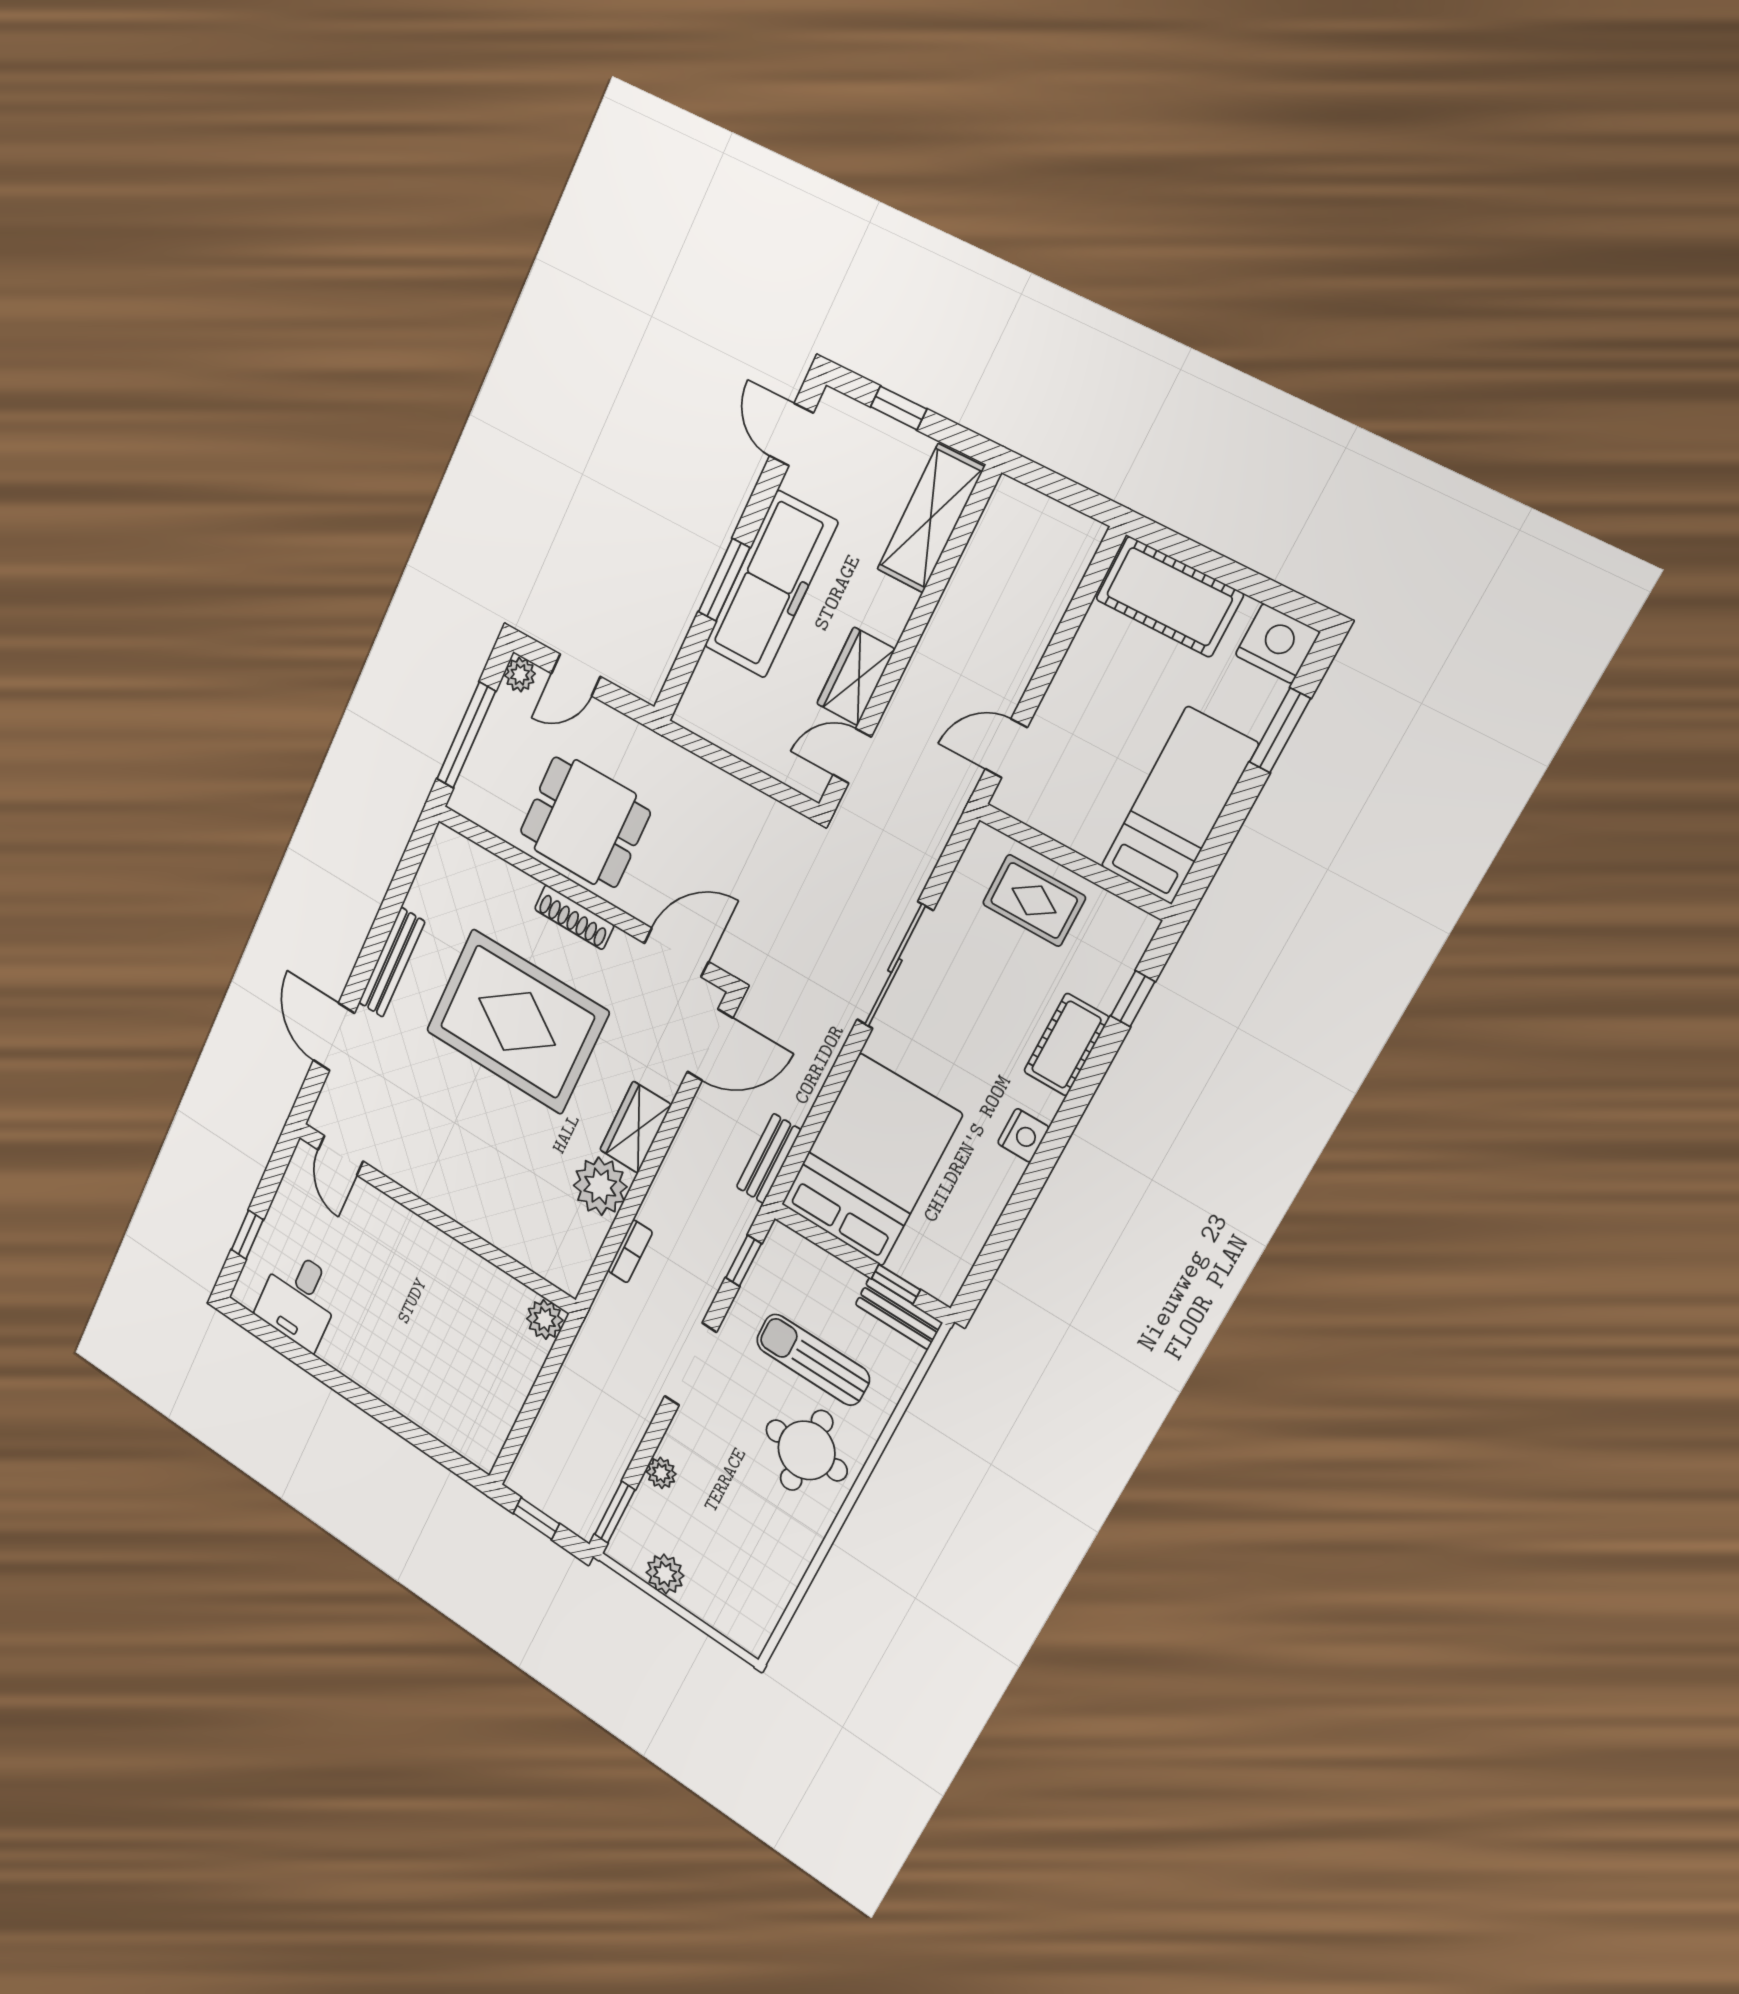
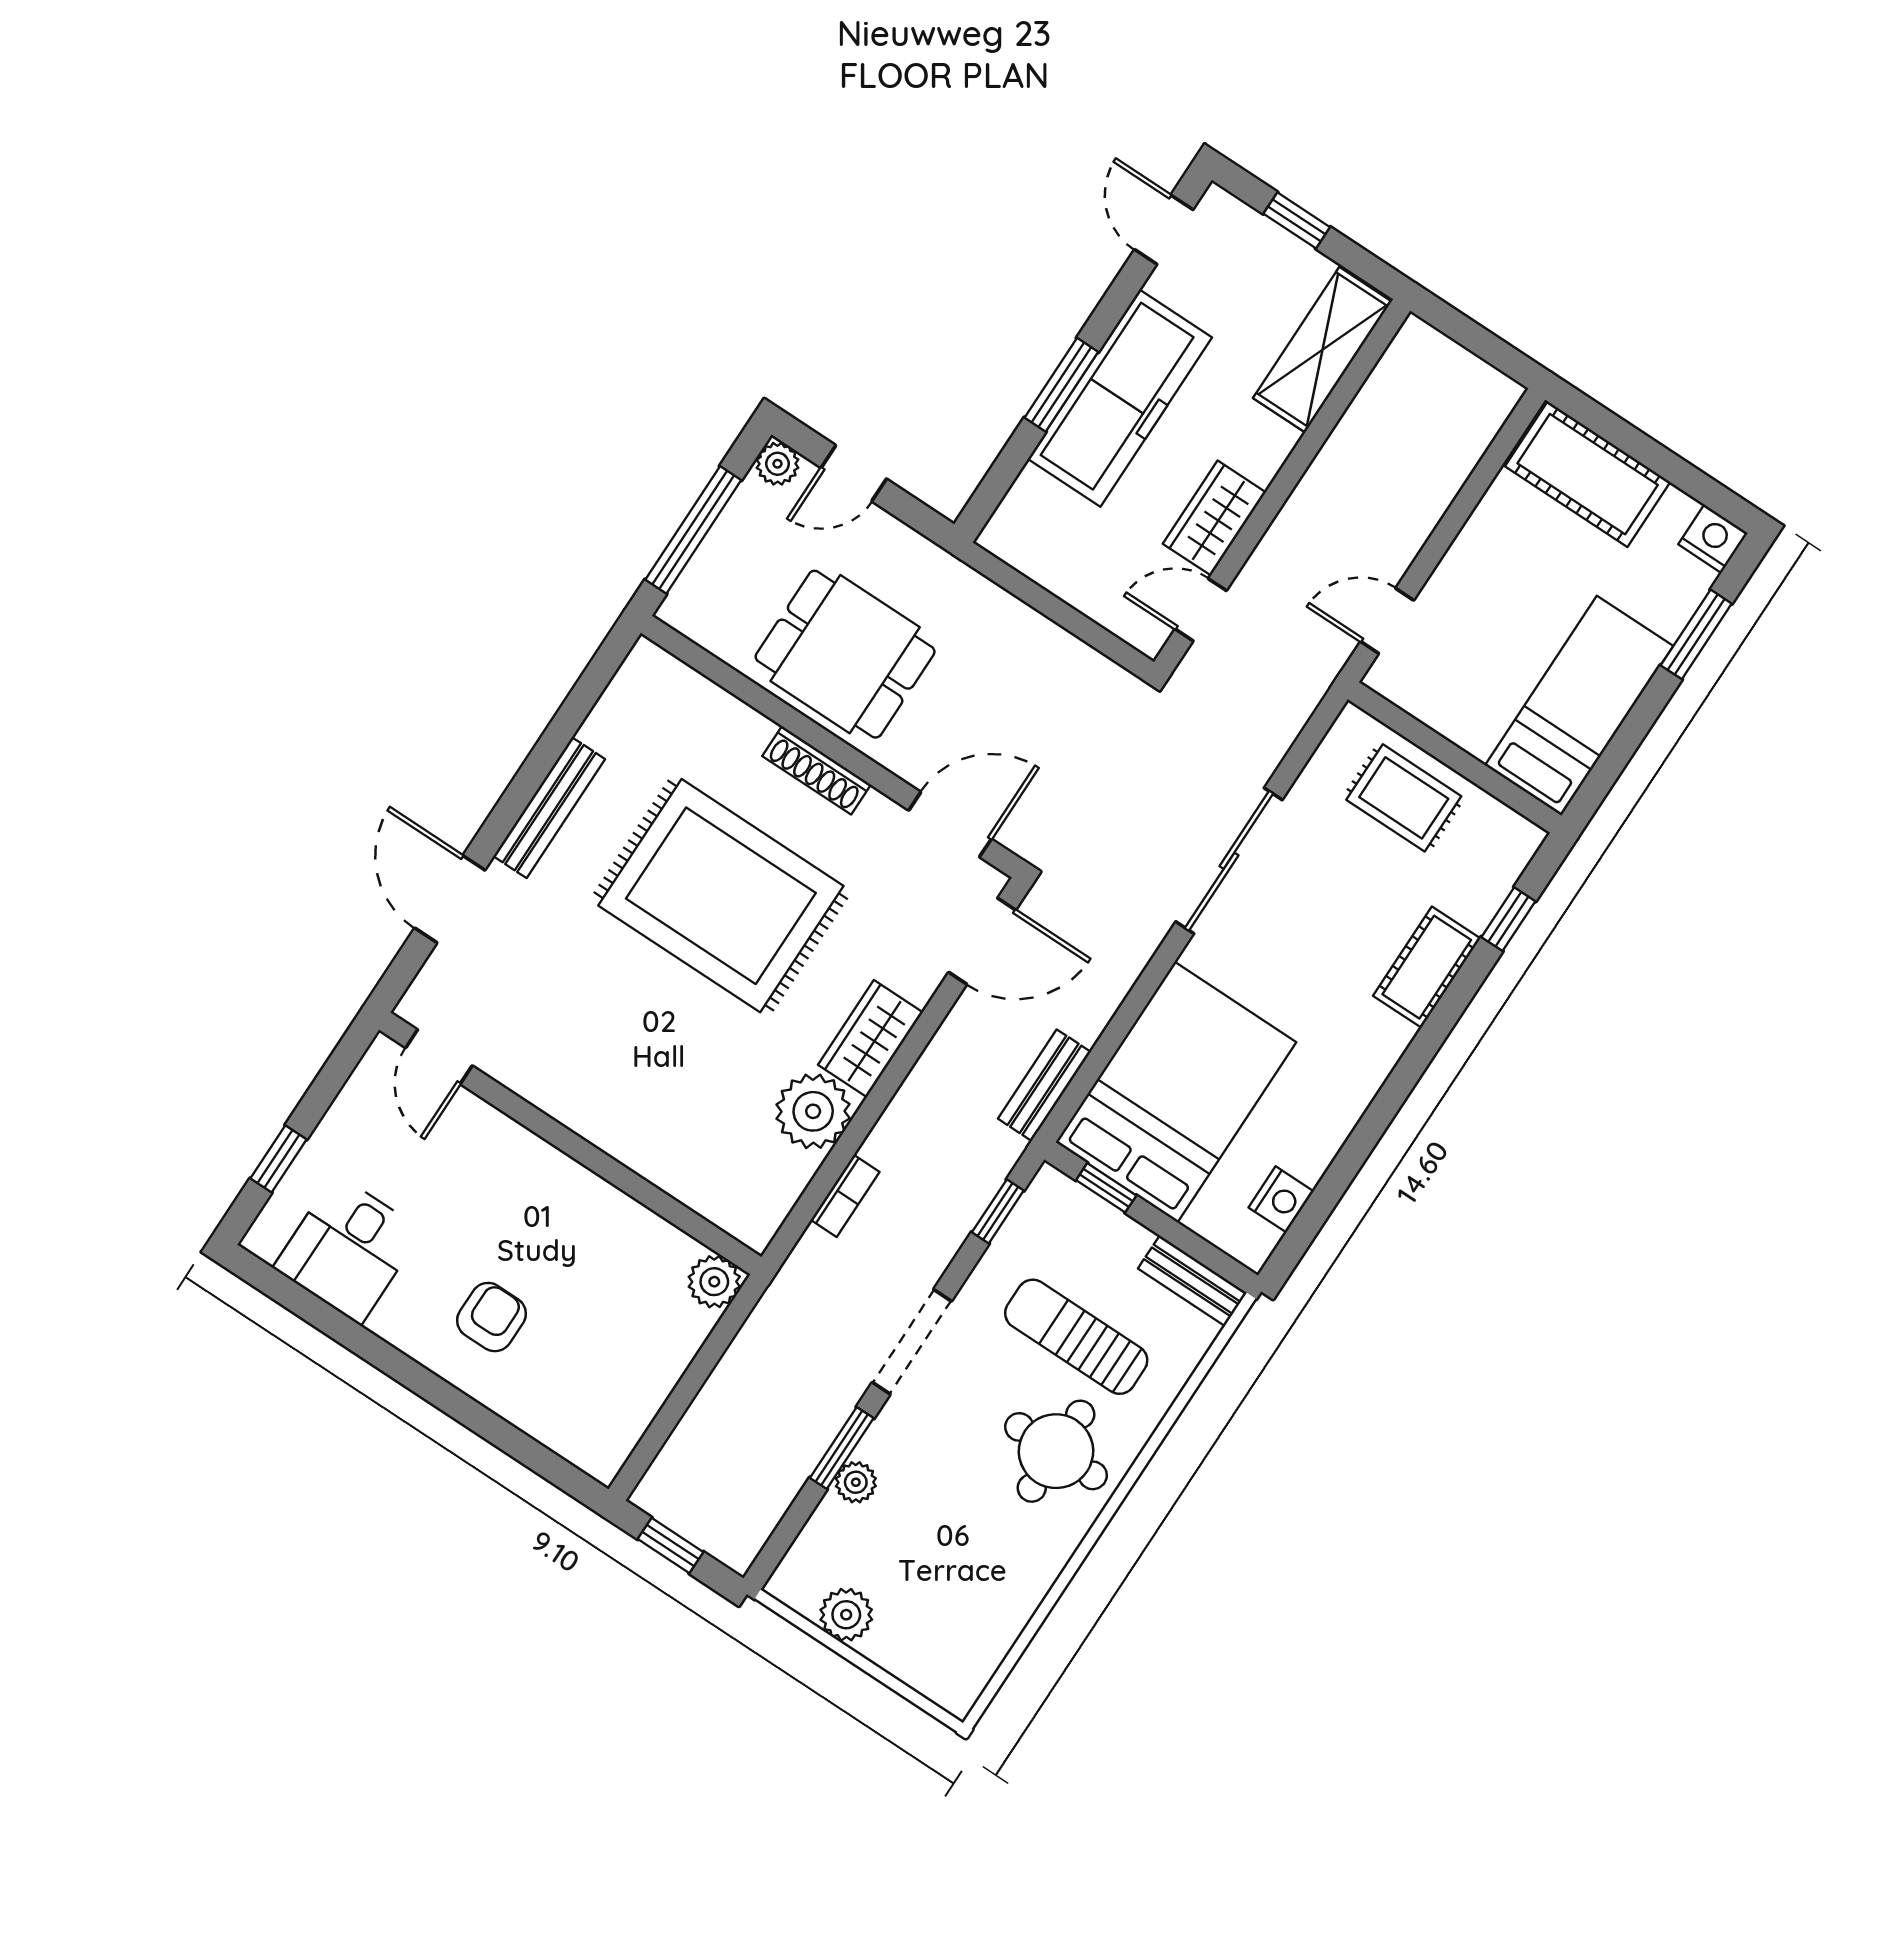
nightstand: (1277, 644) -> (1713, 539), width x0.74, depth x0.75
nightstand: (1023, 1135) -> (1281, 1199), moved
window: (896, 1284) -> (1106, 1188), moved
armchair: (397, 1348) -> (492, 1317), added
window: (615, 1512) -> (842, 1448), moved

